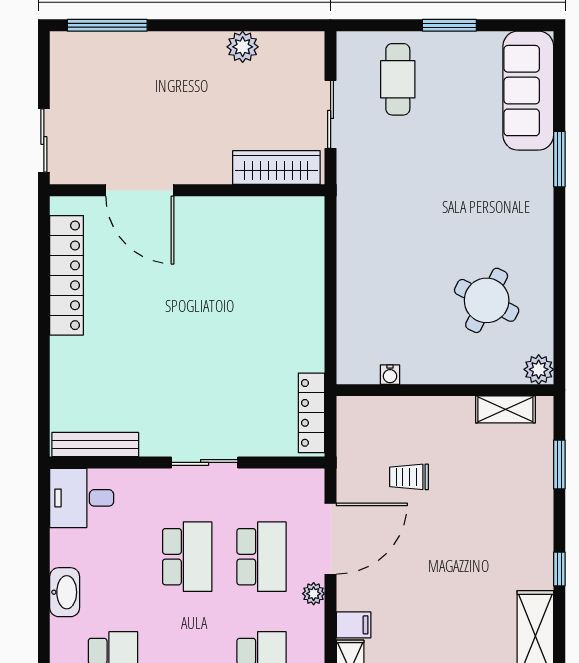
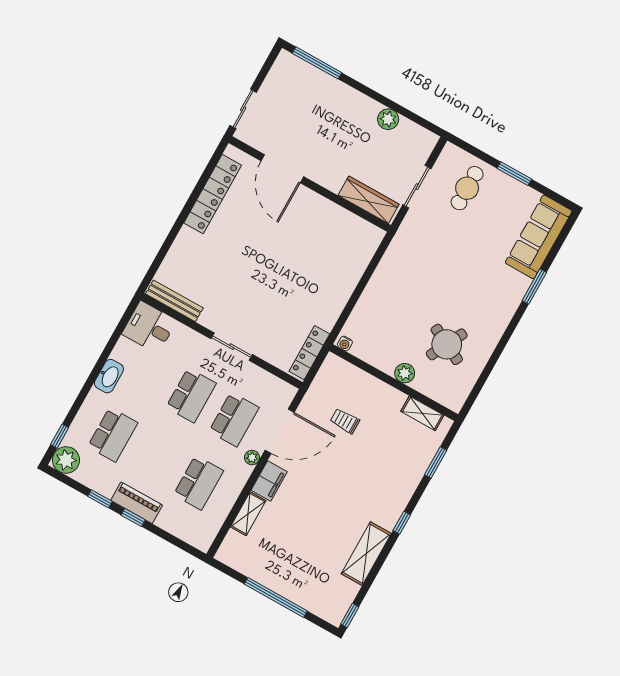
plant: (539, 369) -> (405, 373), moved
water cooler: (390, 375) -> (345, 343), moved
filing cabinet: (354, 625) -> (269, 481), width x2.00

